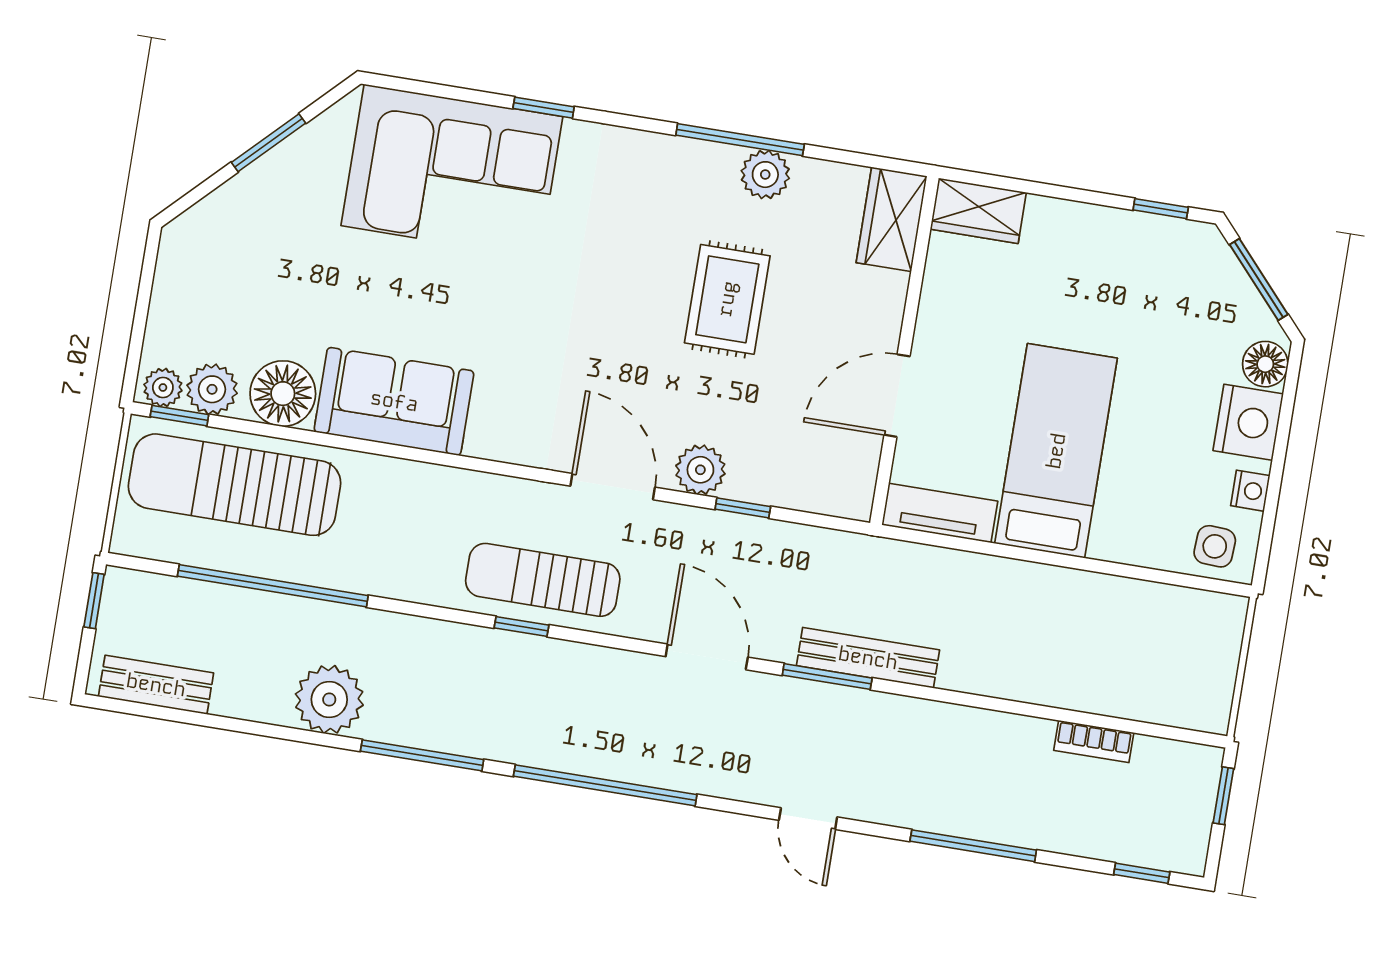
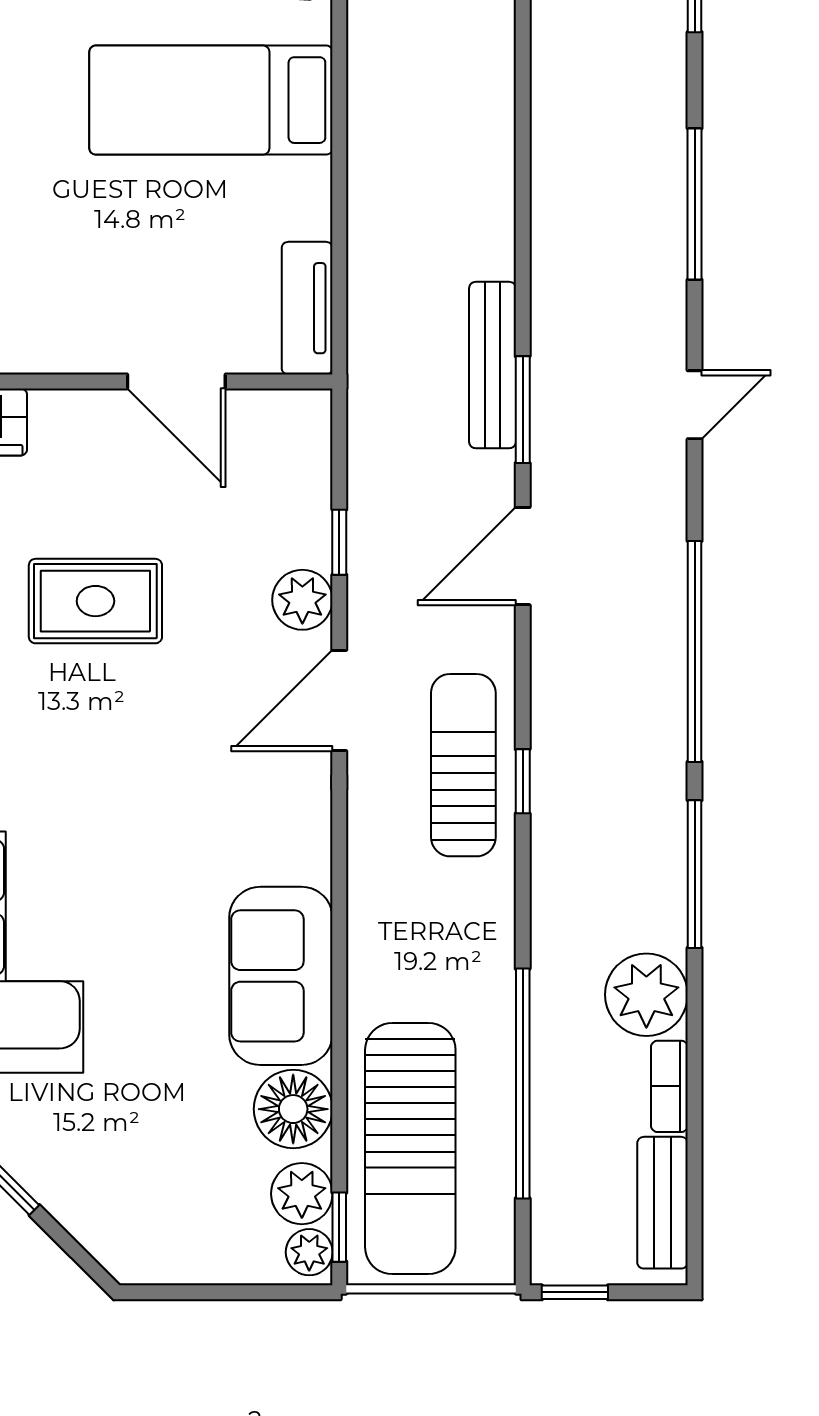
bed: (1056, 451) -> (211, 100), moved
sun lounger: (543, 580) -> (463, 765), turned 180
bookcase: (1094, 742) -> (669, 1086), moved, turned 180

